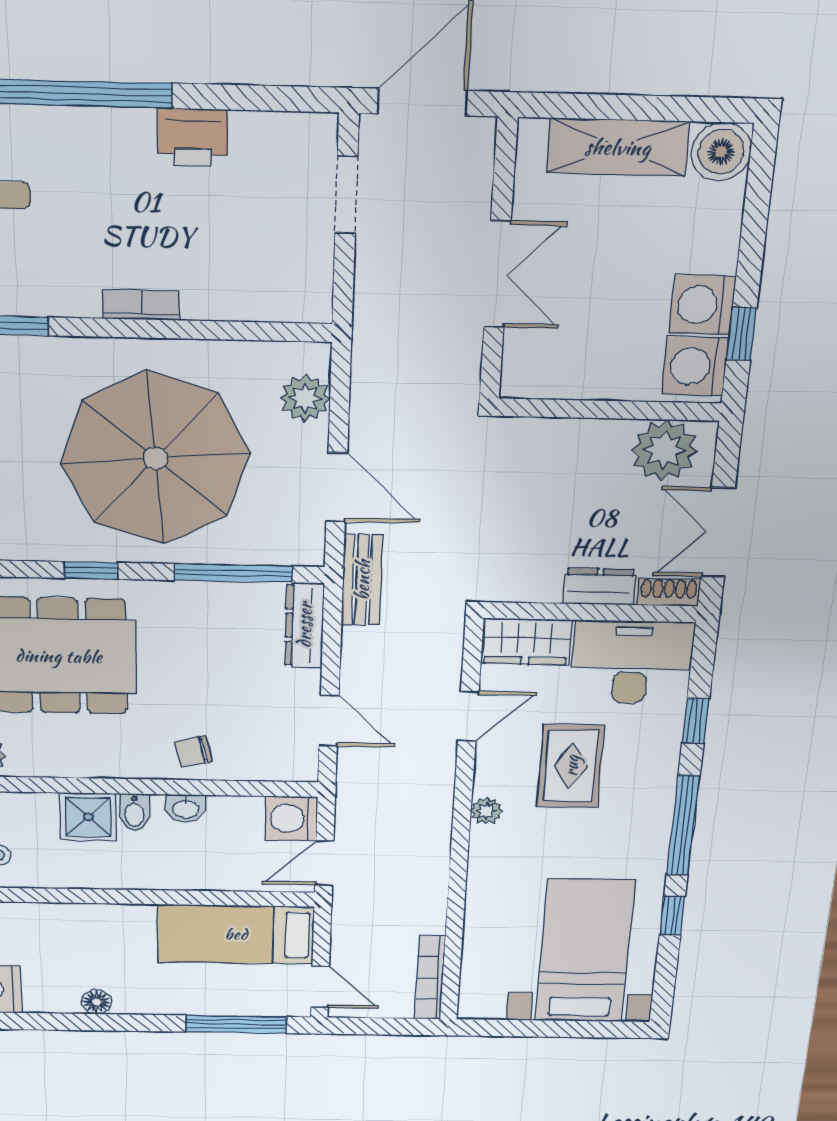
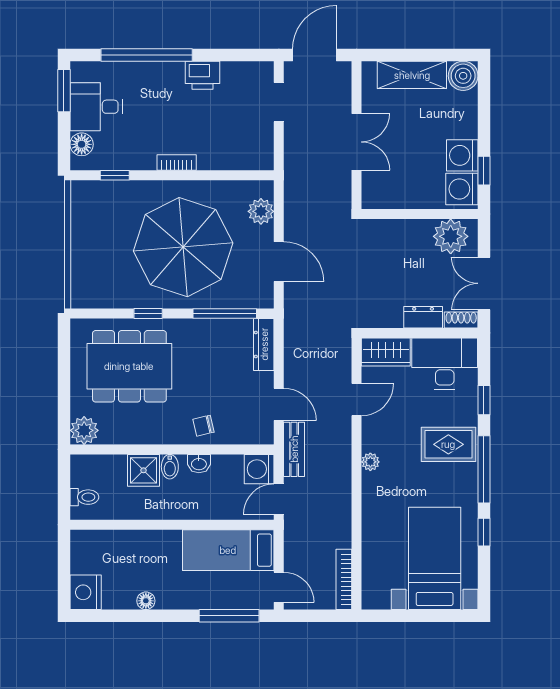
bench: (362, 580) -> (294, 449), moved
rug: (571, 766) -> (448, 444), moved, turned 90

